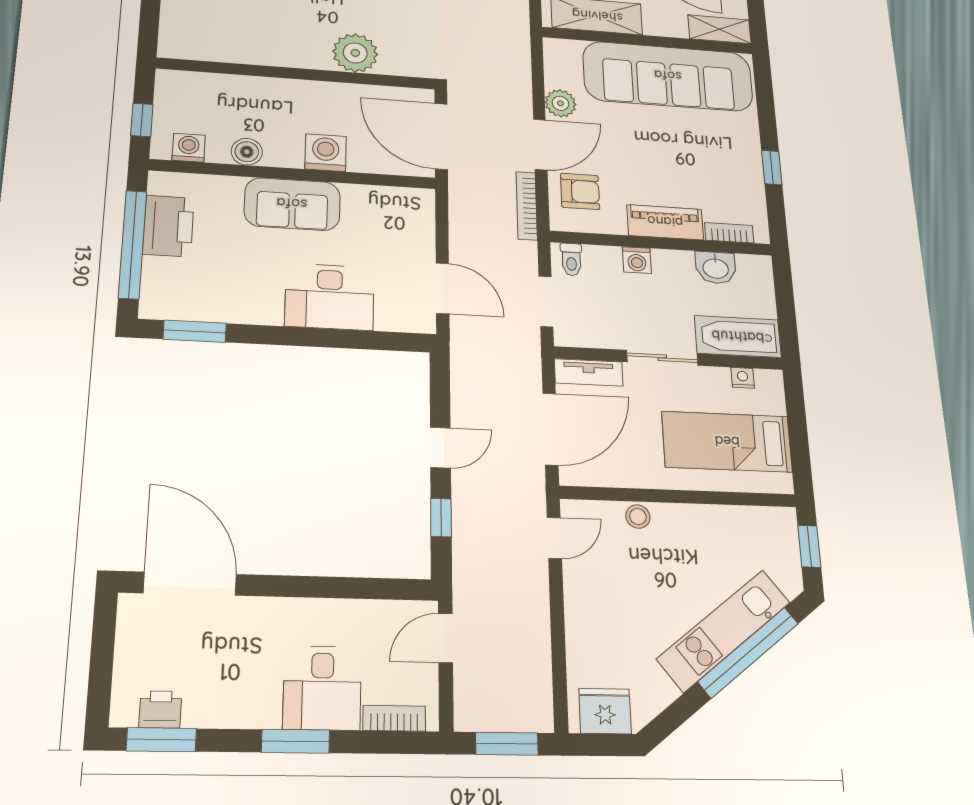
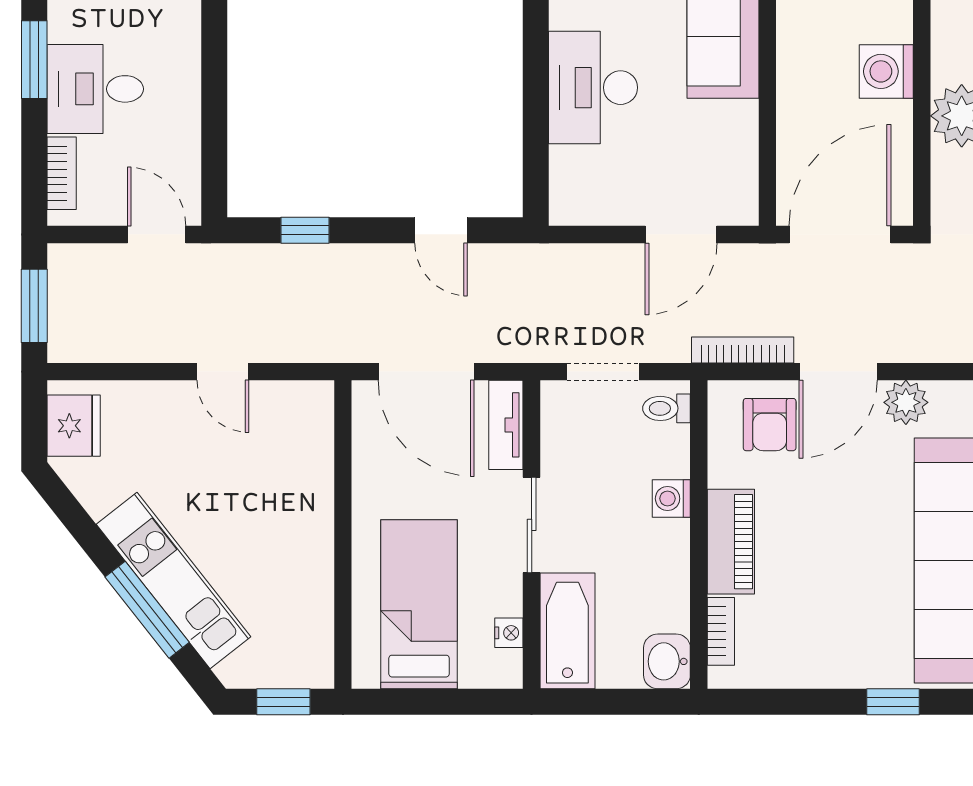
door: (540, 145) -> (838, 372), hinge flipped
washing machine: (326, 153) -> (886, 71), moved, turned 180
window: (772, 167) -> (893, 702), moved
washbasin: (716, 268) -> (667, 661), moved
door: (442, 288) -> (681, 234), moved
door: (440, 448) -> (441, 230), moved
stool: (638, 517) -> (315, 480), removed
door: (554, 538) -> (223, 372), moved
window: (748, 652) -> (147, 610), width x0.68

